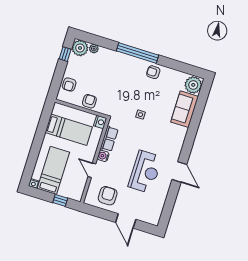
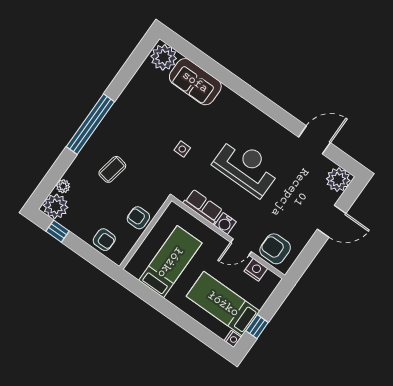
armchair: (153, 72) -> (126, 110), removed
coffee table: (114, 76) -> (112, 169), added
nightstand: (100, 122) -> (256, 270), moved
reception desk: (145, 172) -> (246, 167), moved
door: (179, 172) -> (314, 140), moved
armchair: (108, 196) -> (275, 249), moved
window: (60, 200) -> (257, 327), moved
plant: (153, 217) -> (338, 180), added

